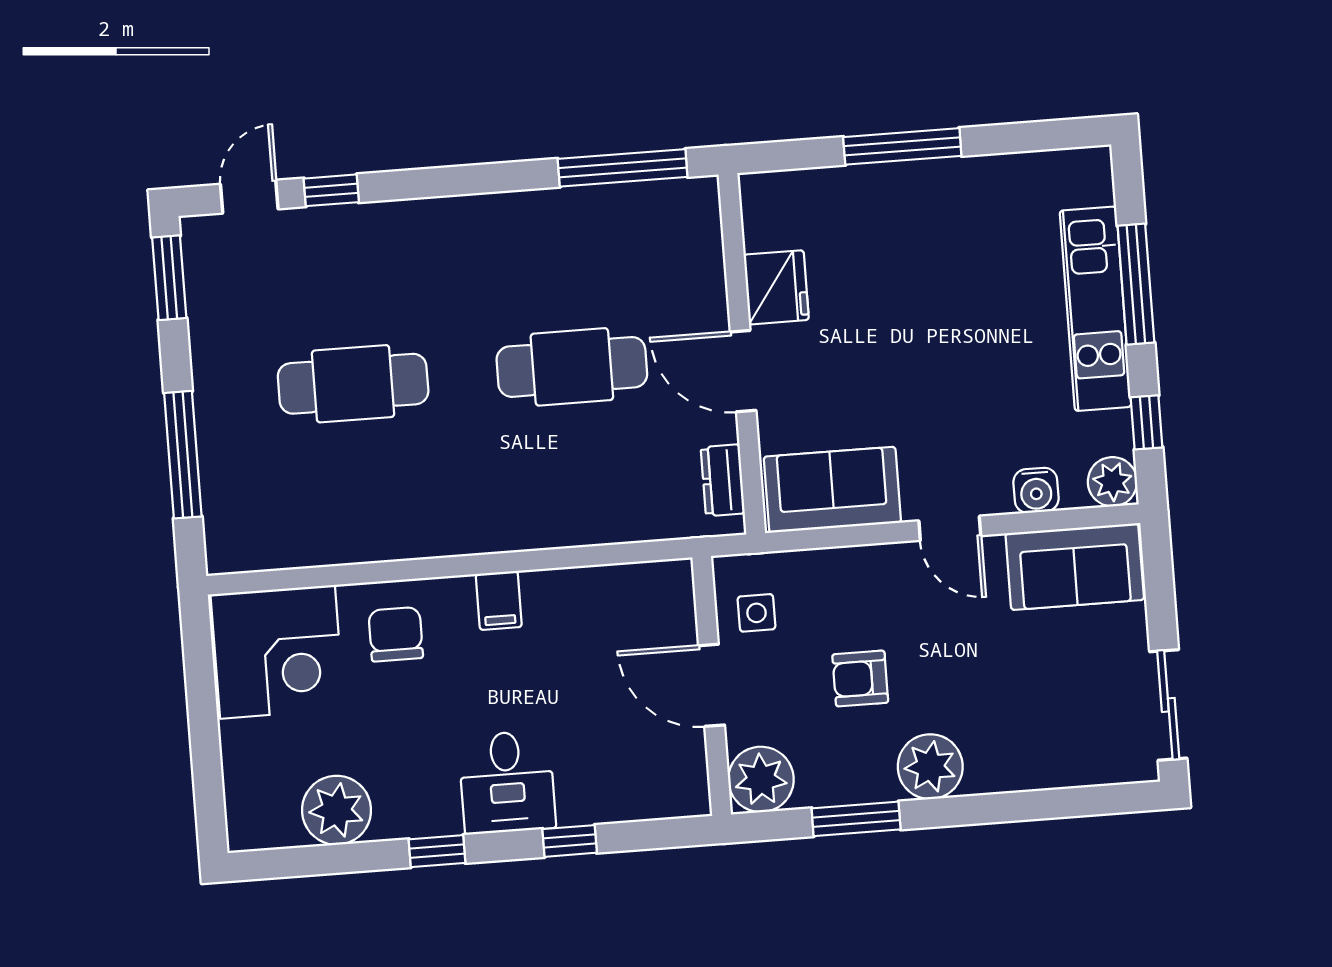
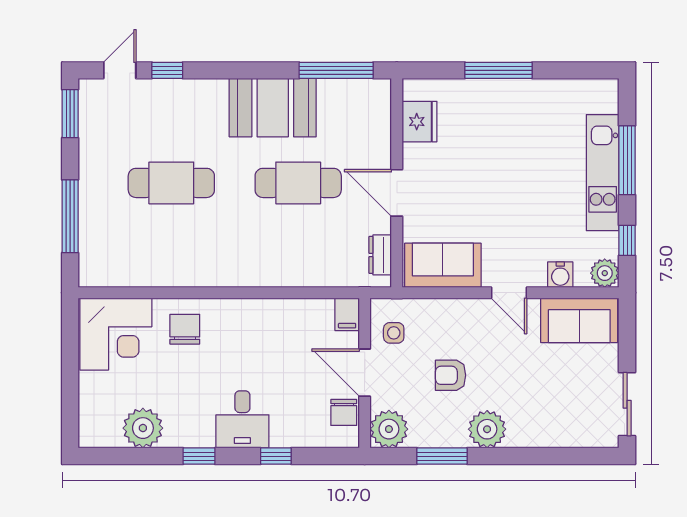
booth: (518, 240) -> (273, 108), added
fridge: (776, 287) -> (420, 122), moved
filing cabinet: (499, 600) -> (347, 314), moved
chair: (681, 757) -> (344, 412), added

